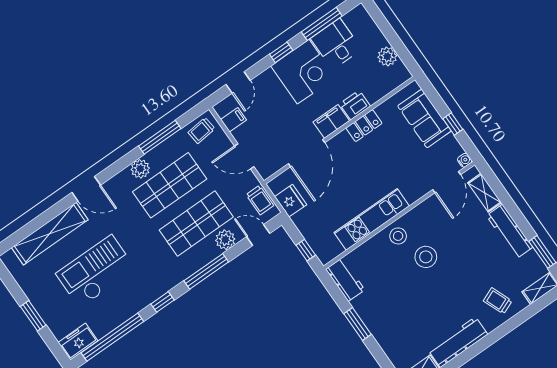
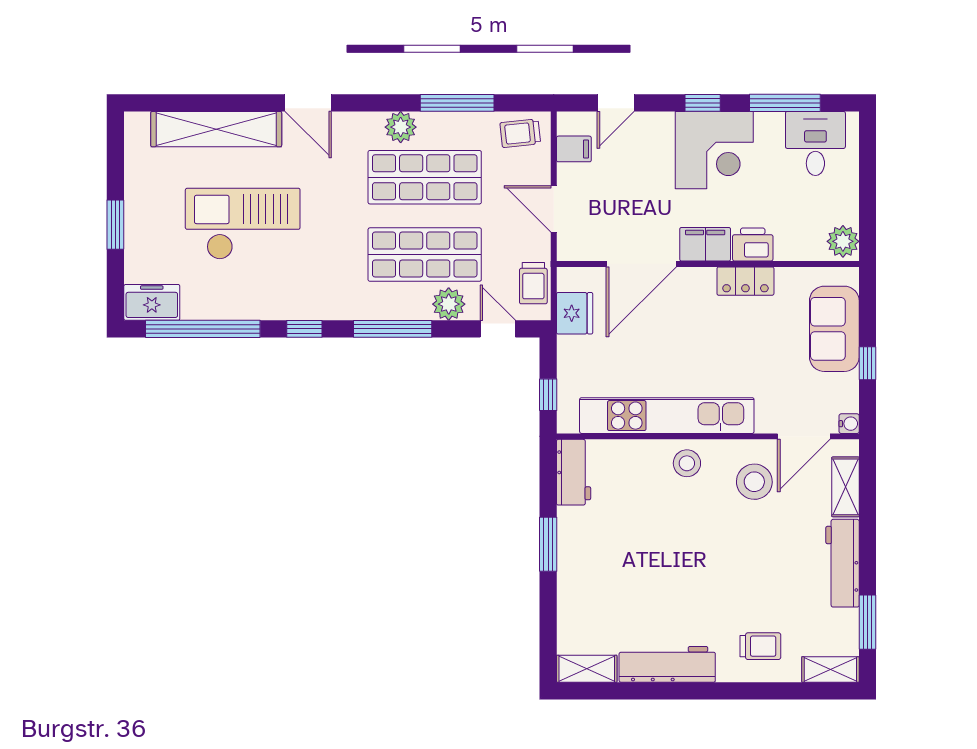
desk: (336, 44) -> (815, 143), moved
plant: (387, 56) -> (843, 241), moved
kitchen unit: (372, 219) -> (667, 416), width x1.36
stool: (426, 257) -> (754, 482), moved
trolley: (498, 301) -> (760, 646), turned 112

